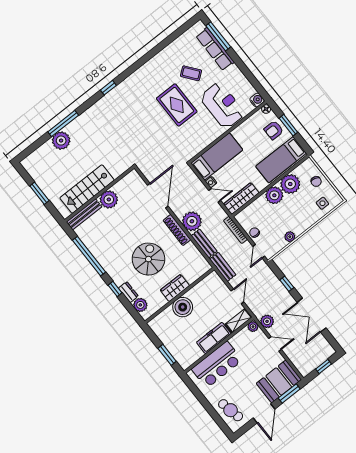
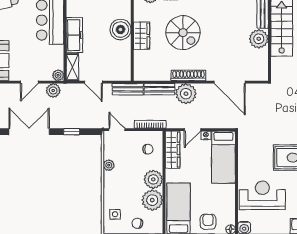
reception desk: (222, 105) -> (262, 195), turned 180
chair: (254, 232) -> (148, 149), moved

